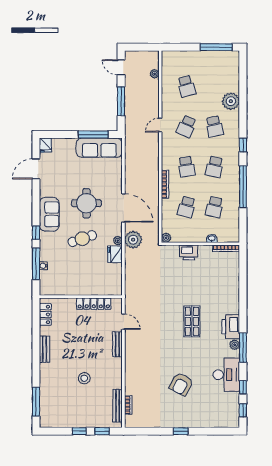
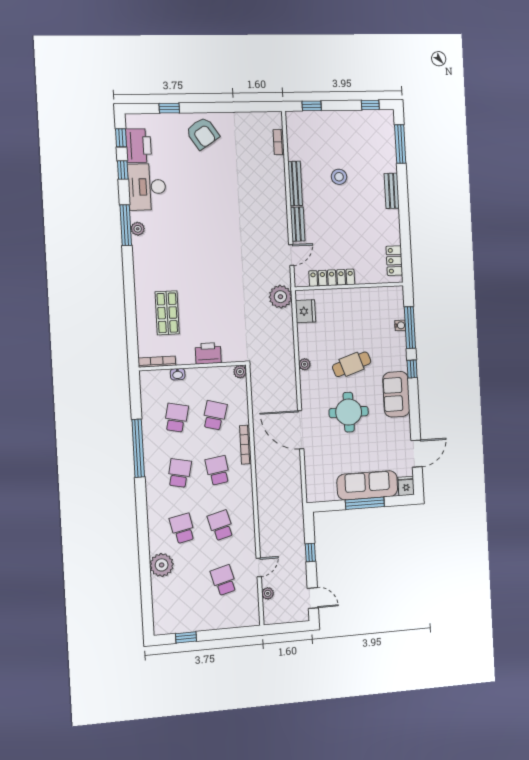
window: (216, 47) -> (186, 637), width x0.46
window: (121, 101) -> (310, 552), width x0.46
door: (160, 125) -> (259, 567), moved
school desk: (186, 126) -> (221, 525), turned -39
window: (93, 135) -> (365, 503), moved
window: (243, 145) -> (141, 506), removed
sofa: (99, 148) -> (367, 485), moved
door: (123, 208) -> (301, 430), moved
plant: (133, 240) -> (280, 297), moved
fridge: (115, 254) -> (305, 311), moved
shop shelf: (192, 321) -> (167, 313), moved
door: (123, 322) -> (291, 255), swing flipped
printer: (231, 327) -> (138, 146), moved
bench: (44, 349) -> (392, 191), moved
armchair: (181, 384) -> (203, 133), moved, turned 119
bench: (118, 406) -> (295, 183), moved
window: (79, 431) -> (370, 105), moved
window: (181, 431) -> (169, 108), moved

